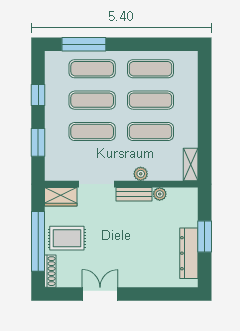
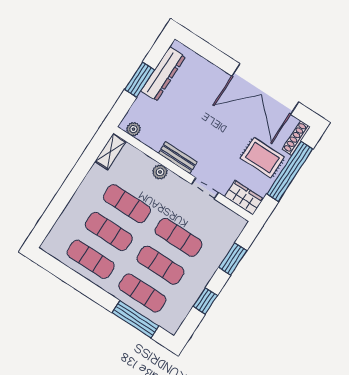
doorway: (97, 184) -> (205, 188), width x0.73
plant: (160, 194) -> (133, 129), moved
double door: (100, 294) -> (265, 89), width x1.87

